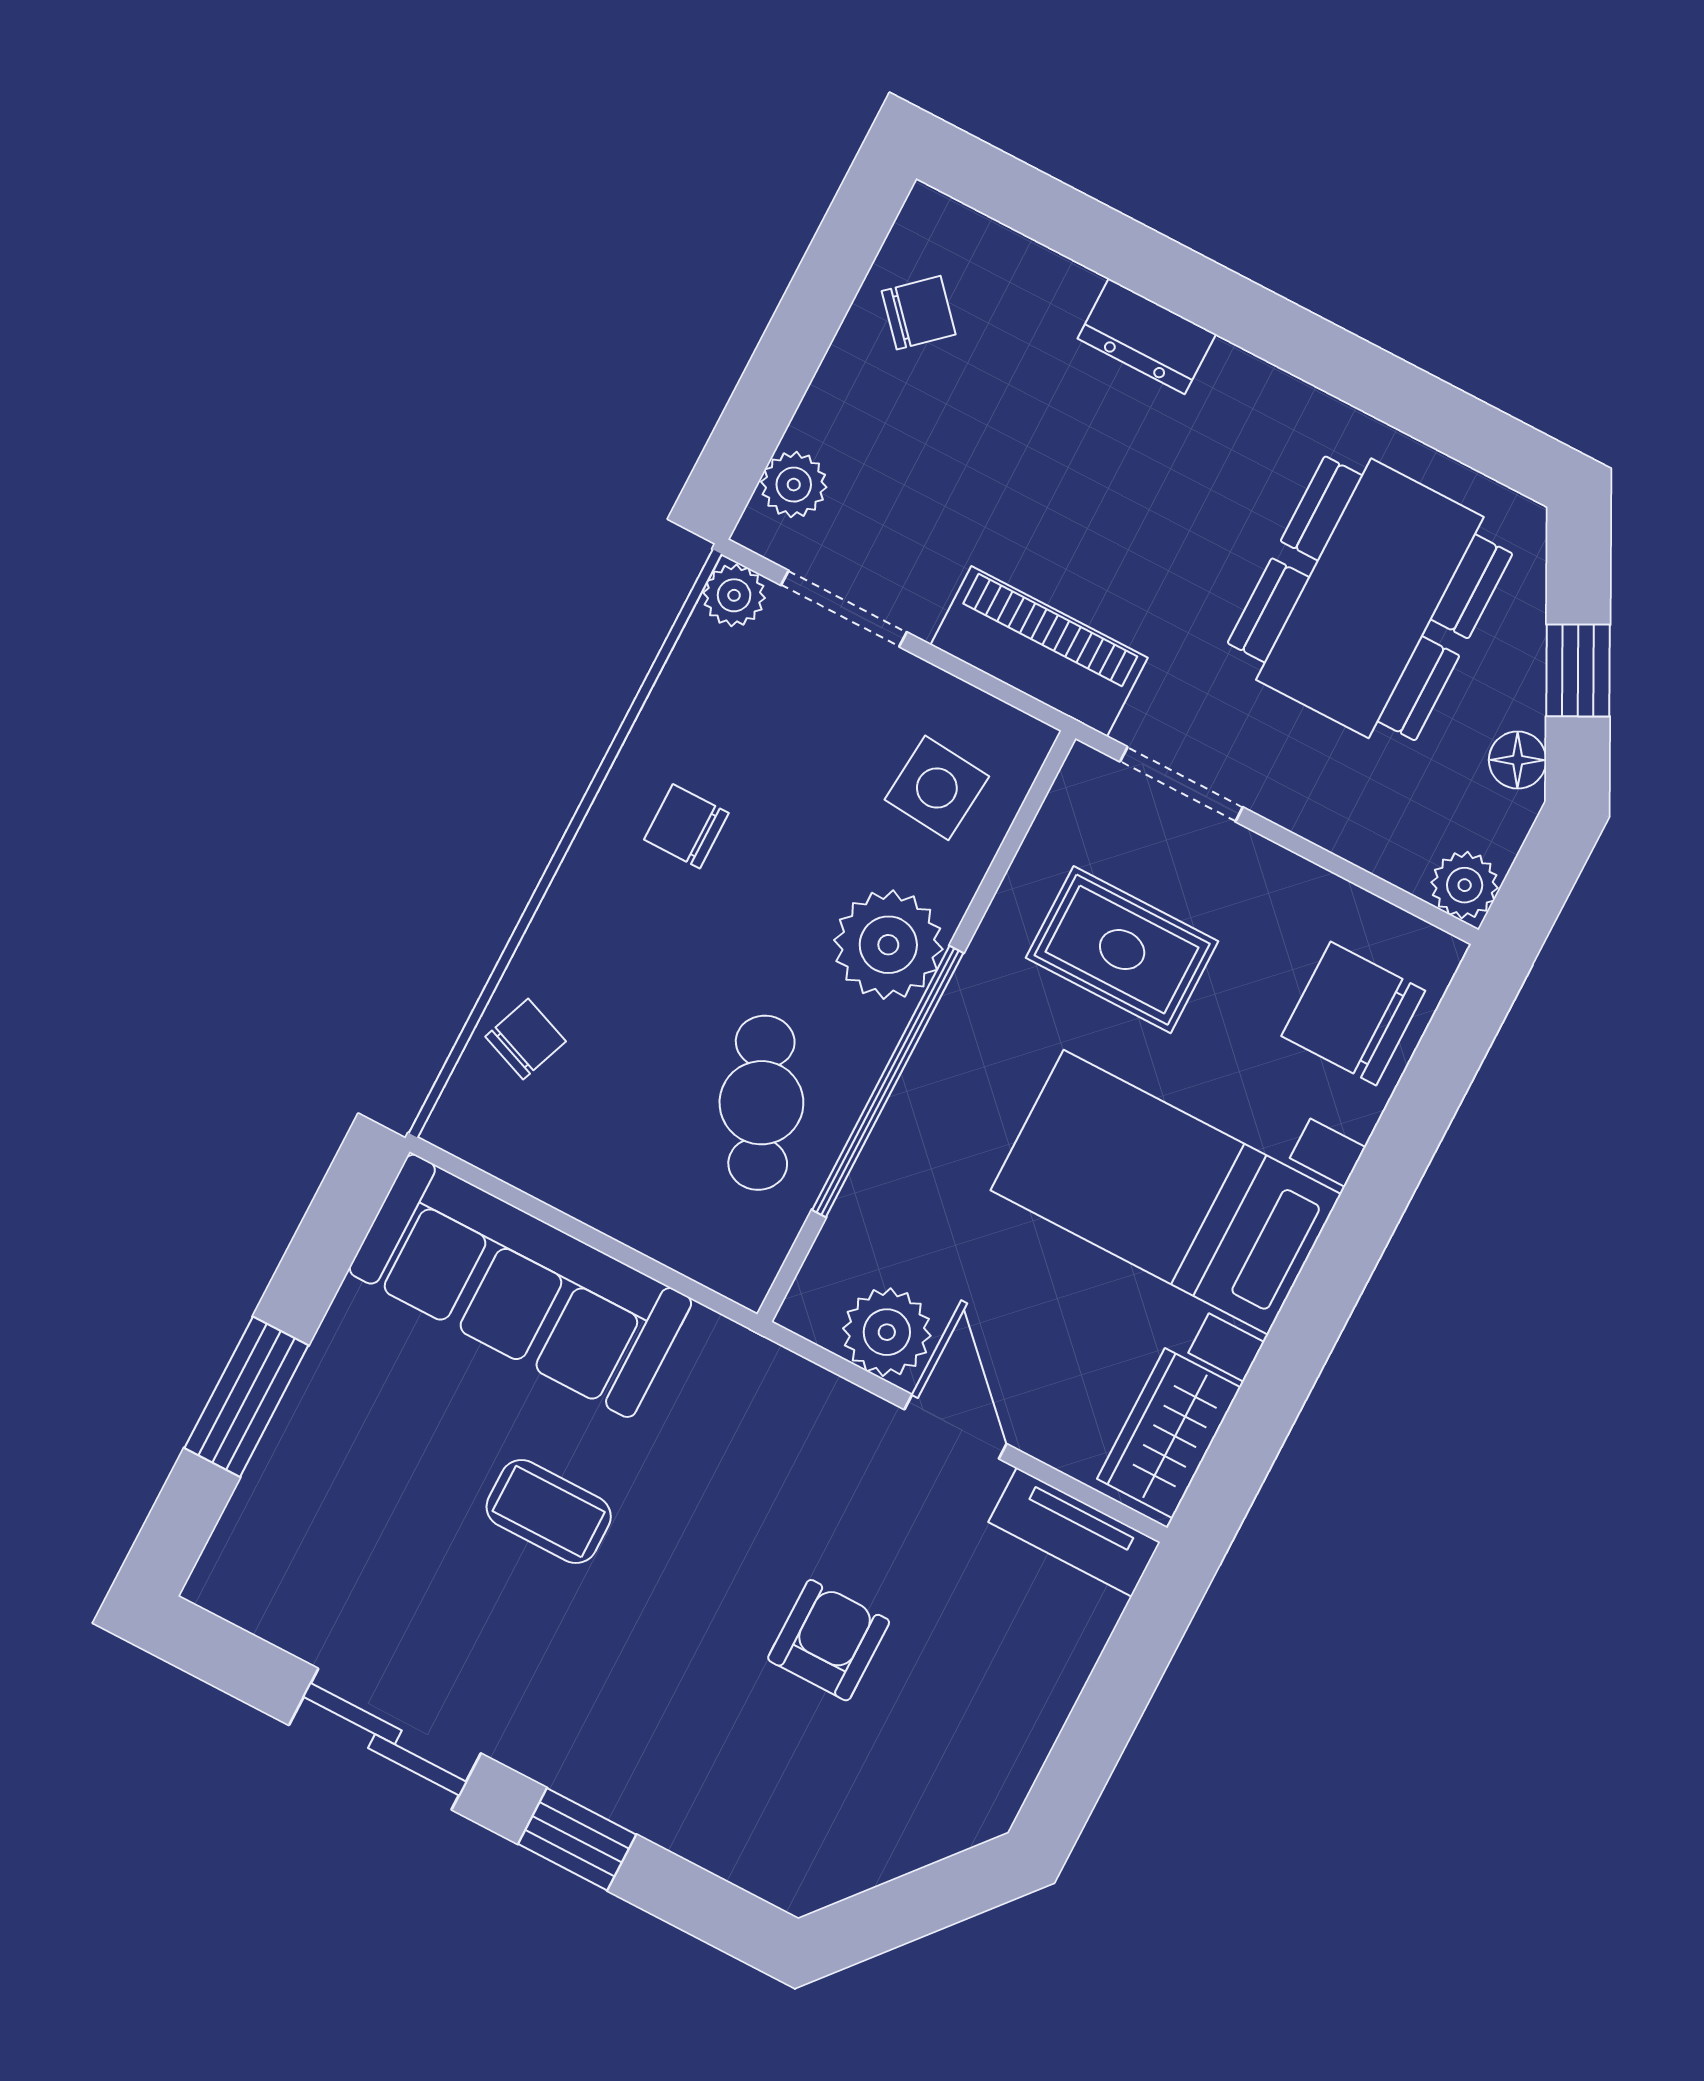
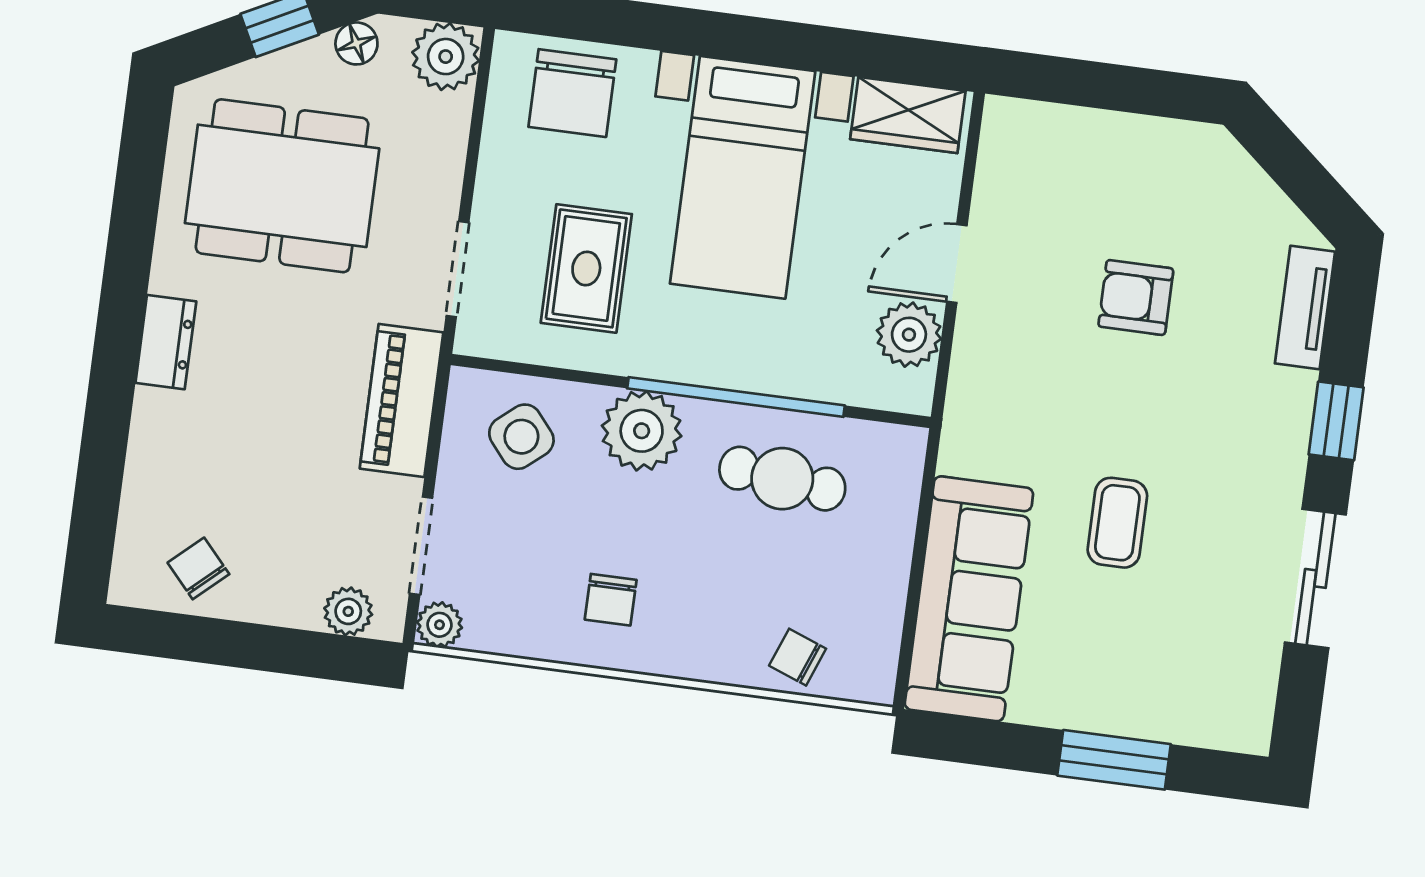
dresser: (1147, 336) -> (166, 342), moved
side table: (937, 788) -> (521, 437), turned 45
plant: (1465, 885) -> (446, 57), width x1.38, depth x1.38
cafe table: (761, 1103) -> (782, 479), turned 30
tv unit: (1074, 1532) -> (1305, 308), moved, turned 180

